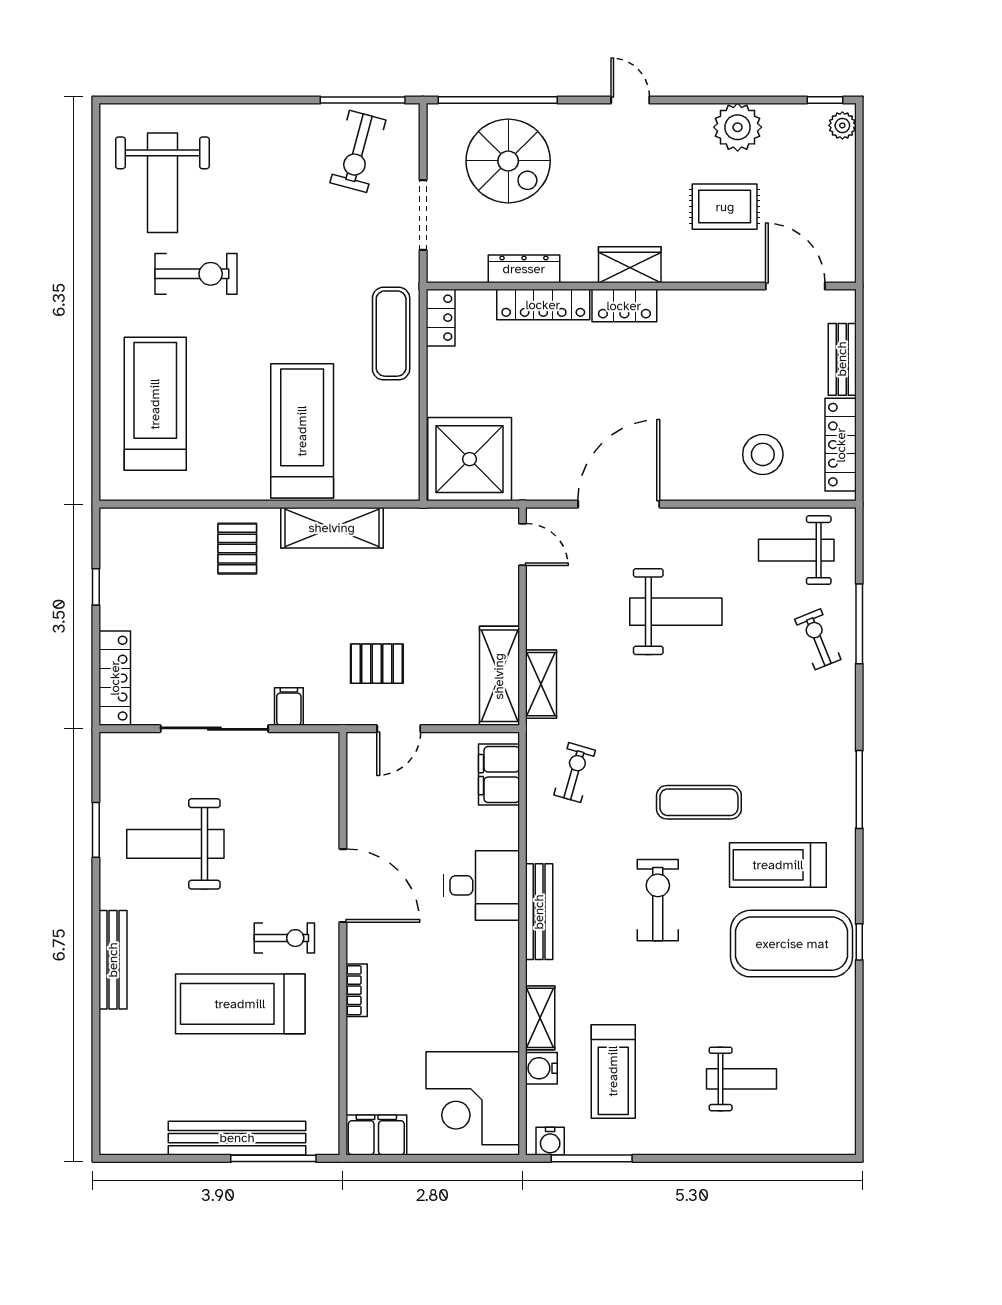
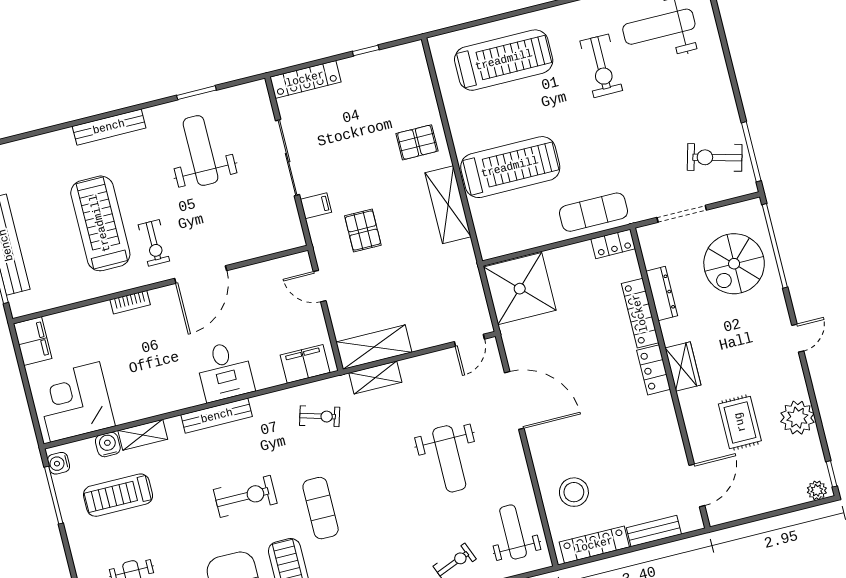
pallet: (377, 664) -> (363, 231), moved

